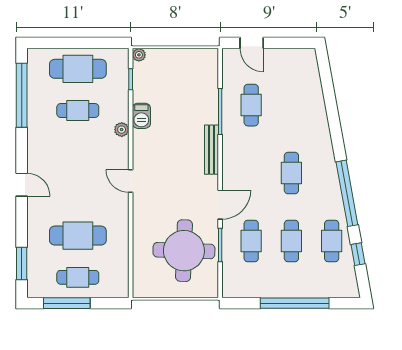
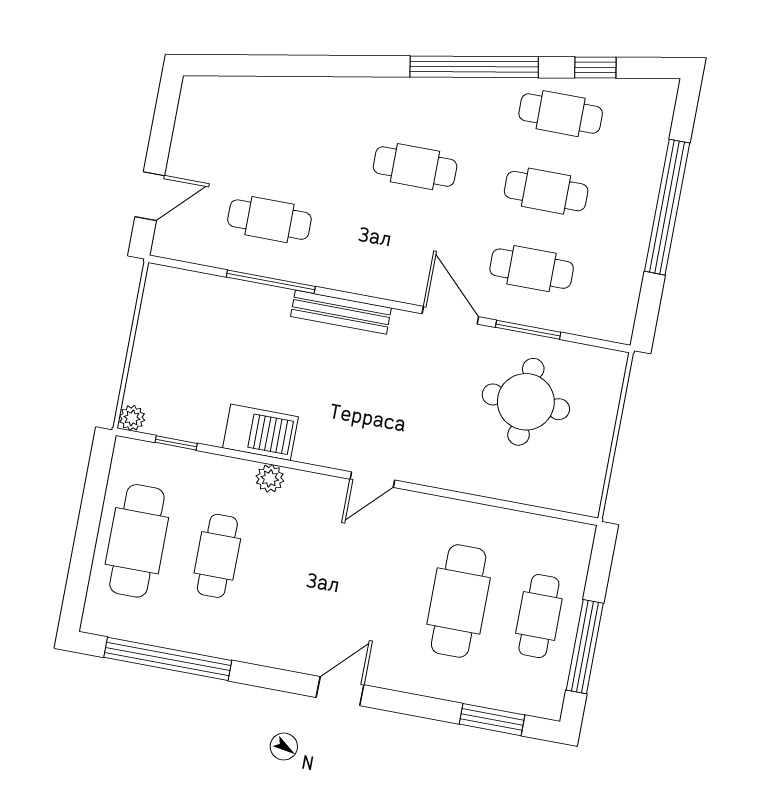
barbecue: (141, 116) -> (261, 432), width x1.38, depth x1.27
round table: (184, 251) -> (526, 402), width x0.73, depth x0.73

